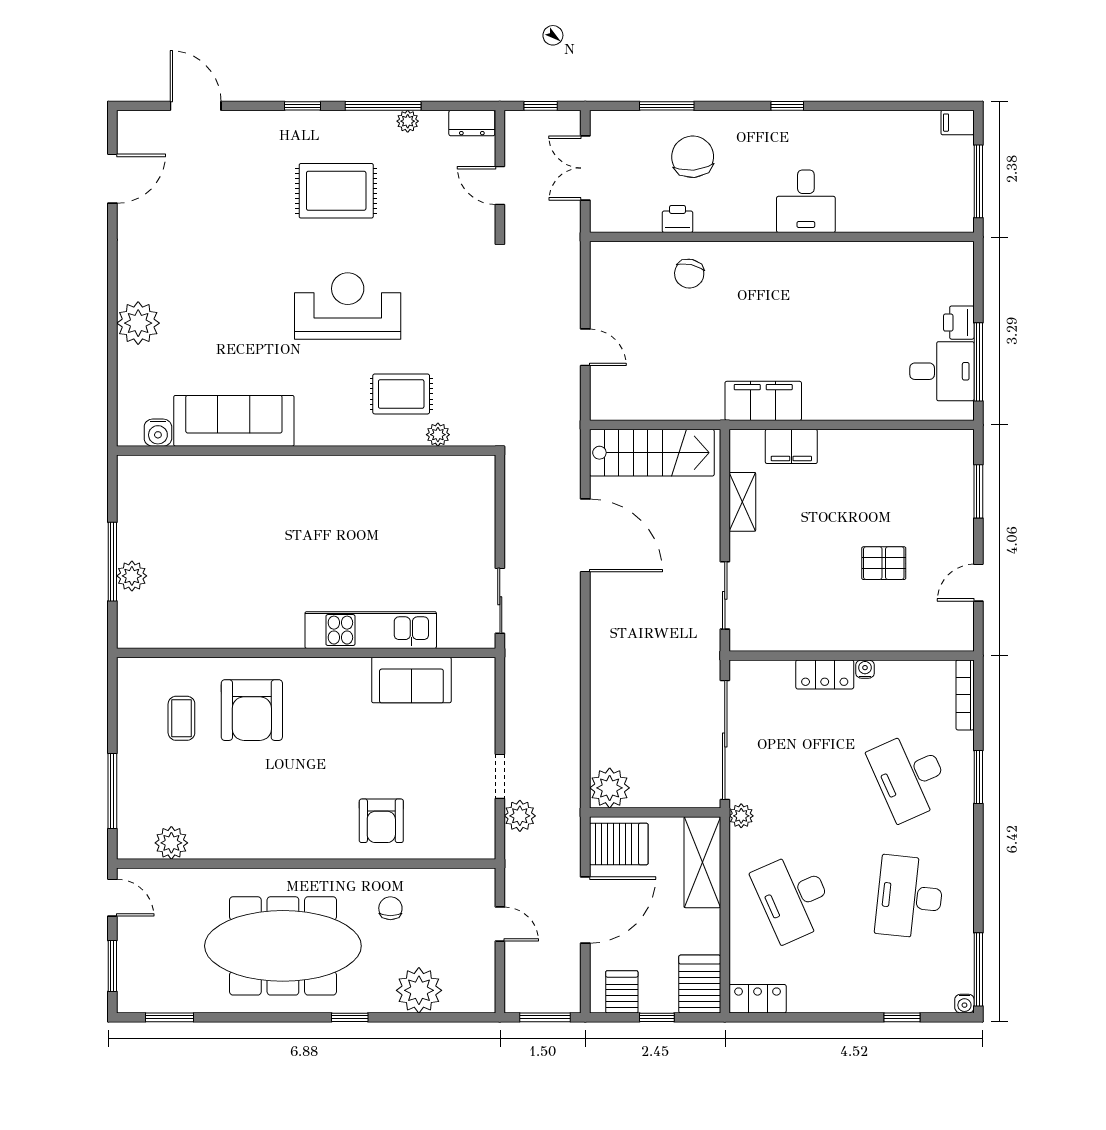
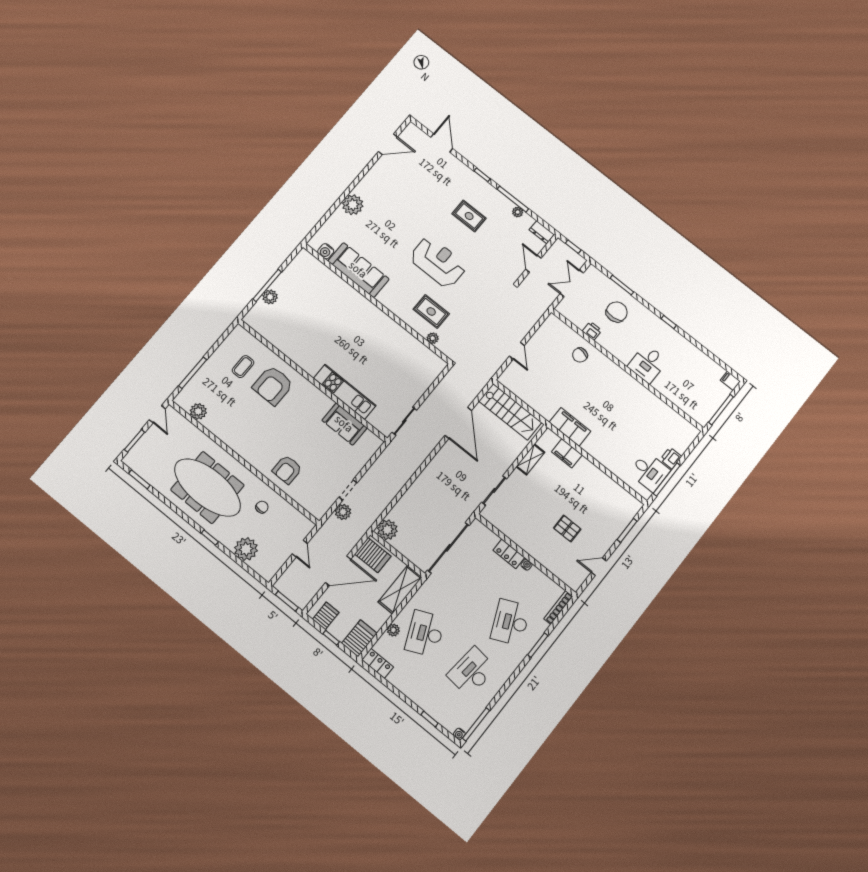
rug: (336, 191) -> (469, 216), width x0.73, depth x0.70
plant: (741, 816) -> (393, 630), moved

